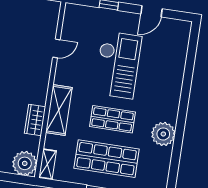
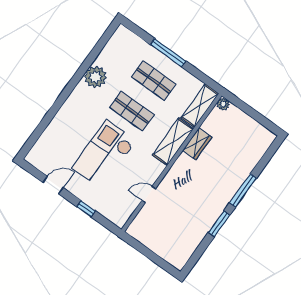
shop shelf: (107, 159) -> (154, 81), width x0.70, depth x0.74
plant: (25, 163) -> (223, 104), width x0.53, depth x0.53
shelving: (47, 164) -> (200, 106), width x1.50, depth x1.33

